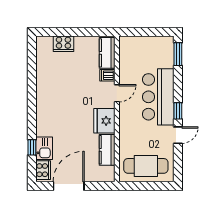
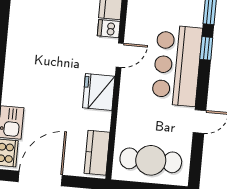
window: (178, 111) -> (206, 48), moved
kitchen counter: (107, 150) -> (97, 153), moved

